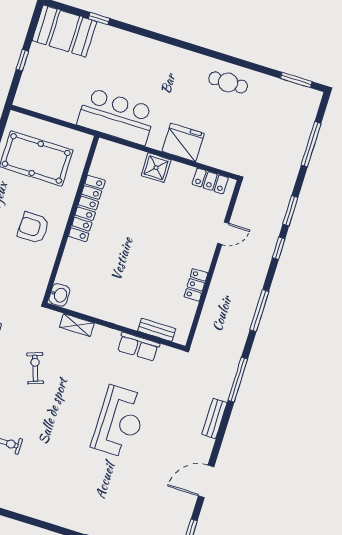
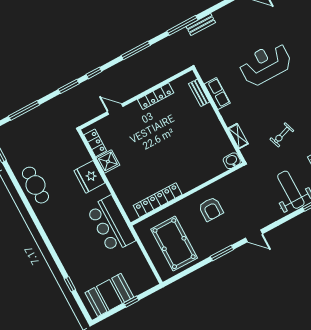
booth: (64, 31) -> (109, 295), moved, turned 90
cafe table: (228, 82) -> (35, 185), width x1.37, depth x1.35
shower: (156, 168) -> (108, 161), moved
locker: (87, 208) -> (158, 200), moved
locker: (196, 285) -> (156, 96), width x1.53
bench: (214, 418) -> (201, 24), moved

